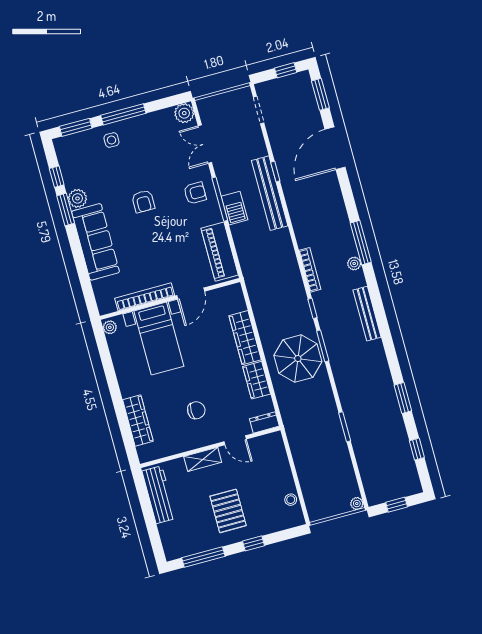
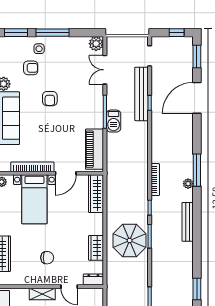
armchair: (195, 193) -> (31, 68), moved
bench: (270, 193) -> (141, 94), moved
wardrobe: (245, 338) -> (96, 194), moved

